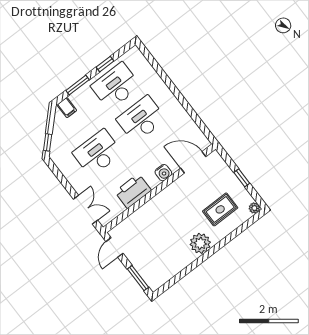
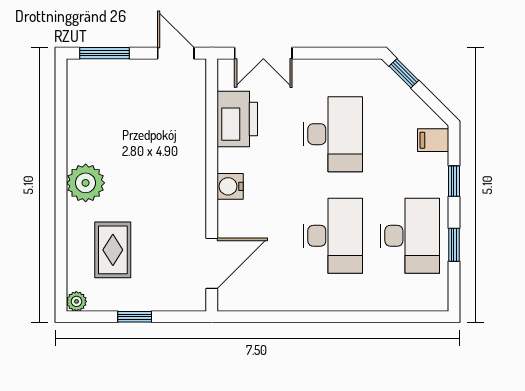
window: (78, 85) -> (454, 181), width x0.67
water cooler: (163, 173) -> (230, 186), moved
printer: (133, 191) -> (237, 119), moved

